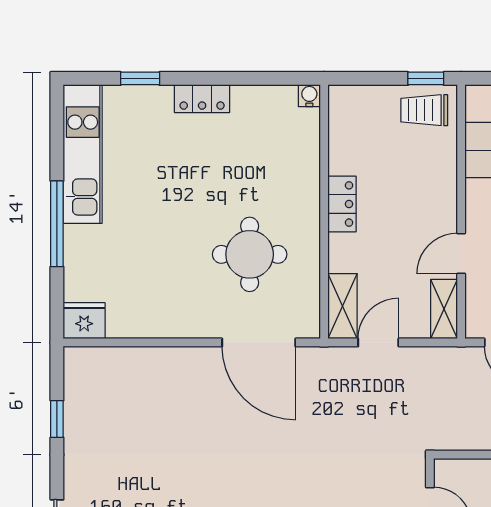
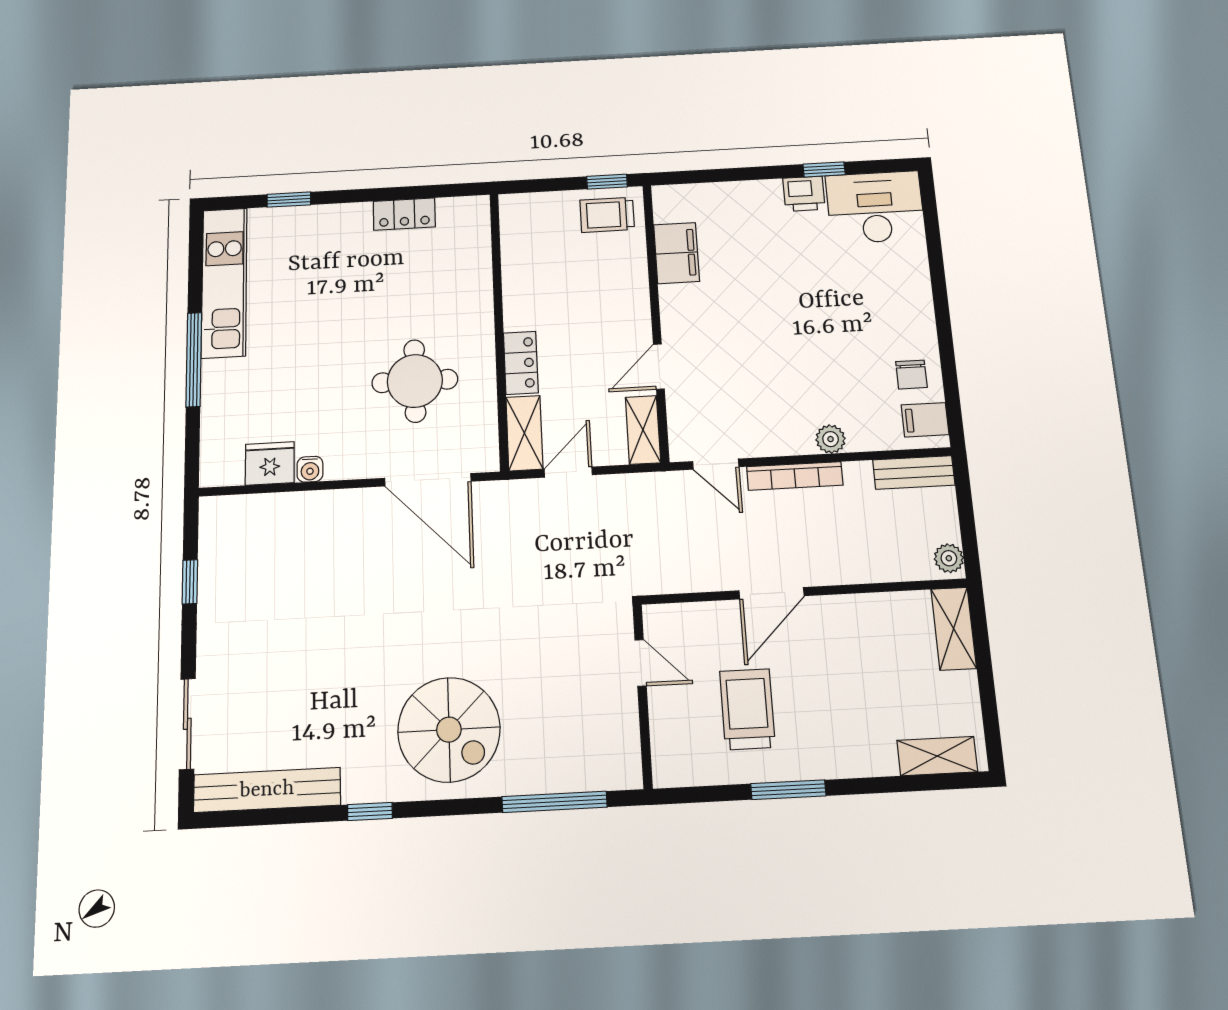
water cooler: (309, 96) -> (310, 469), moved, turned 180
locker: (202, 99) -> (404, 214), moved
locker: (342, 204) -> (521, 363), moved
fridge: (84, 321) -> (270, 463), moved

